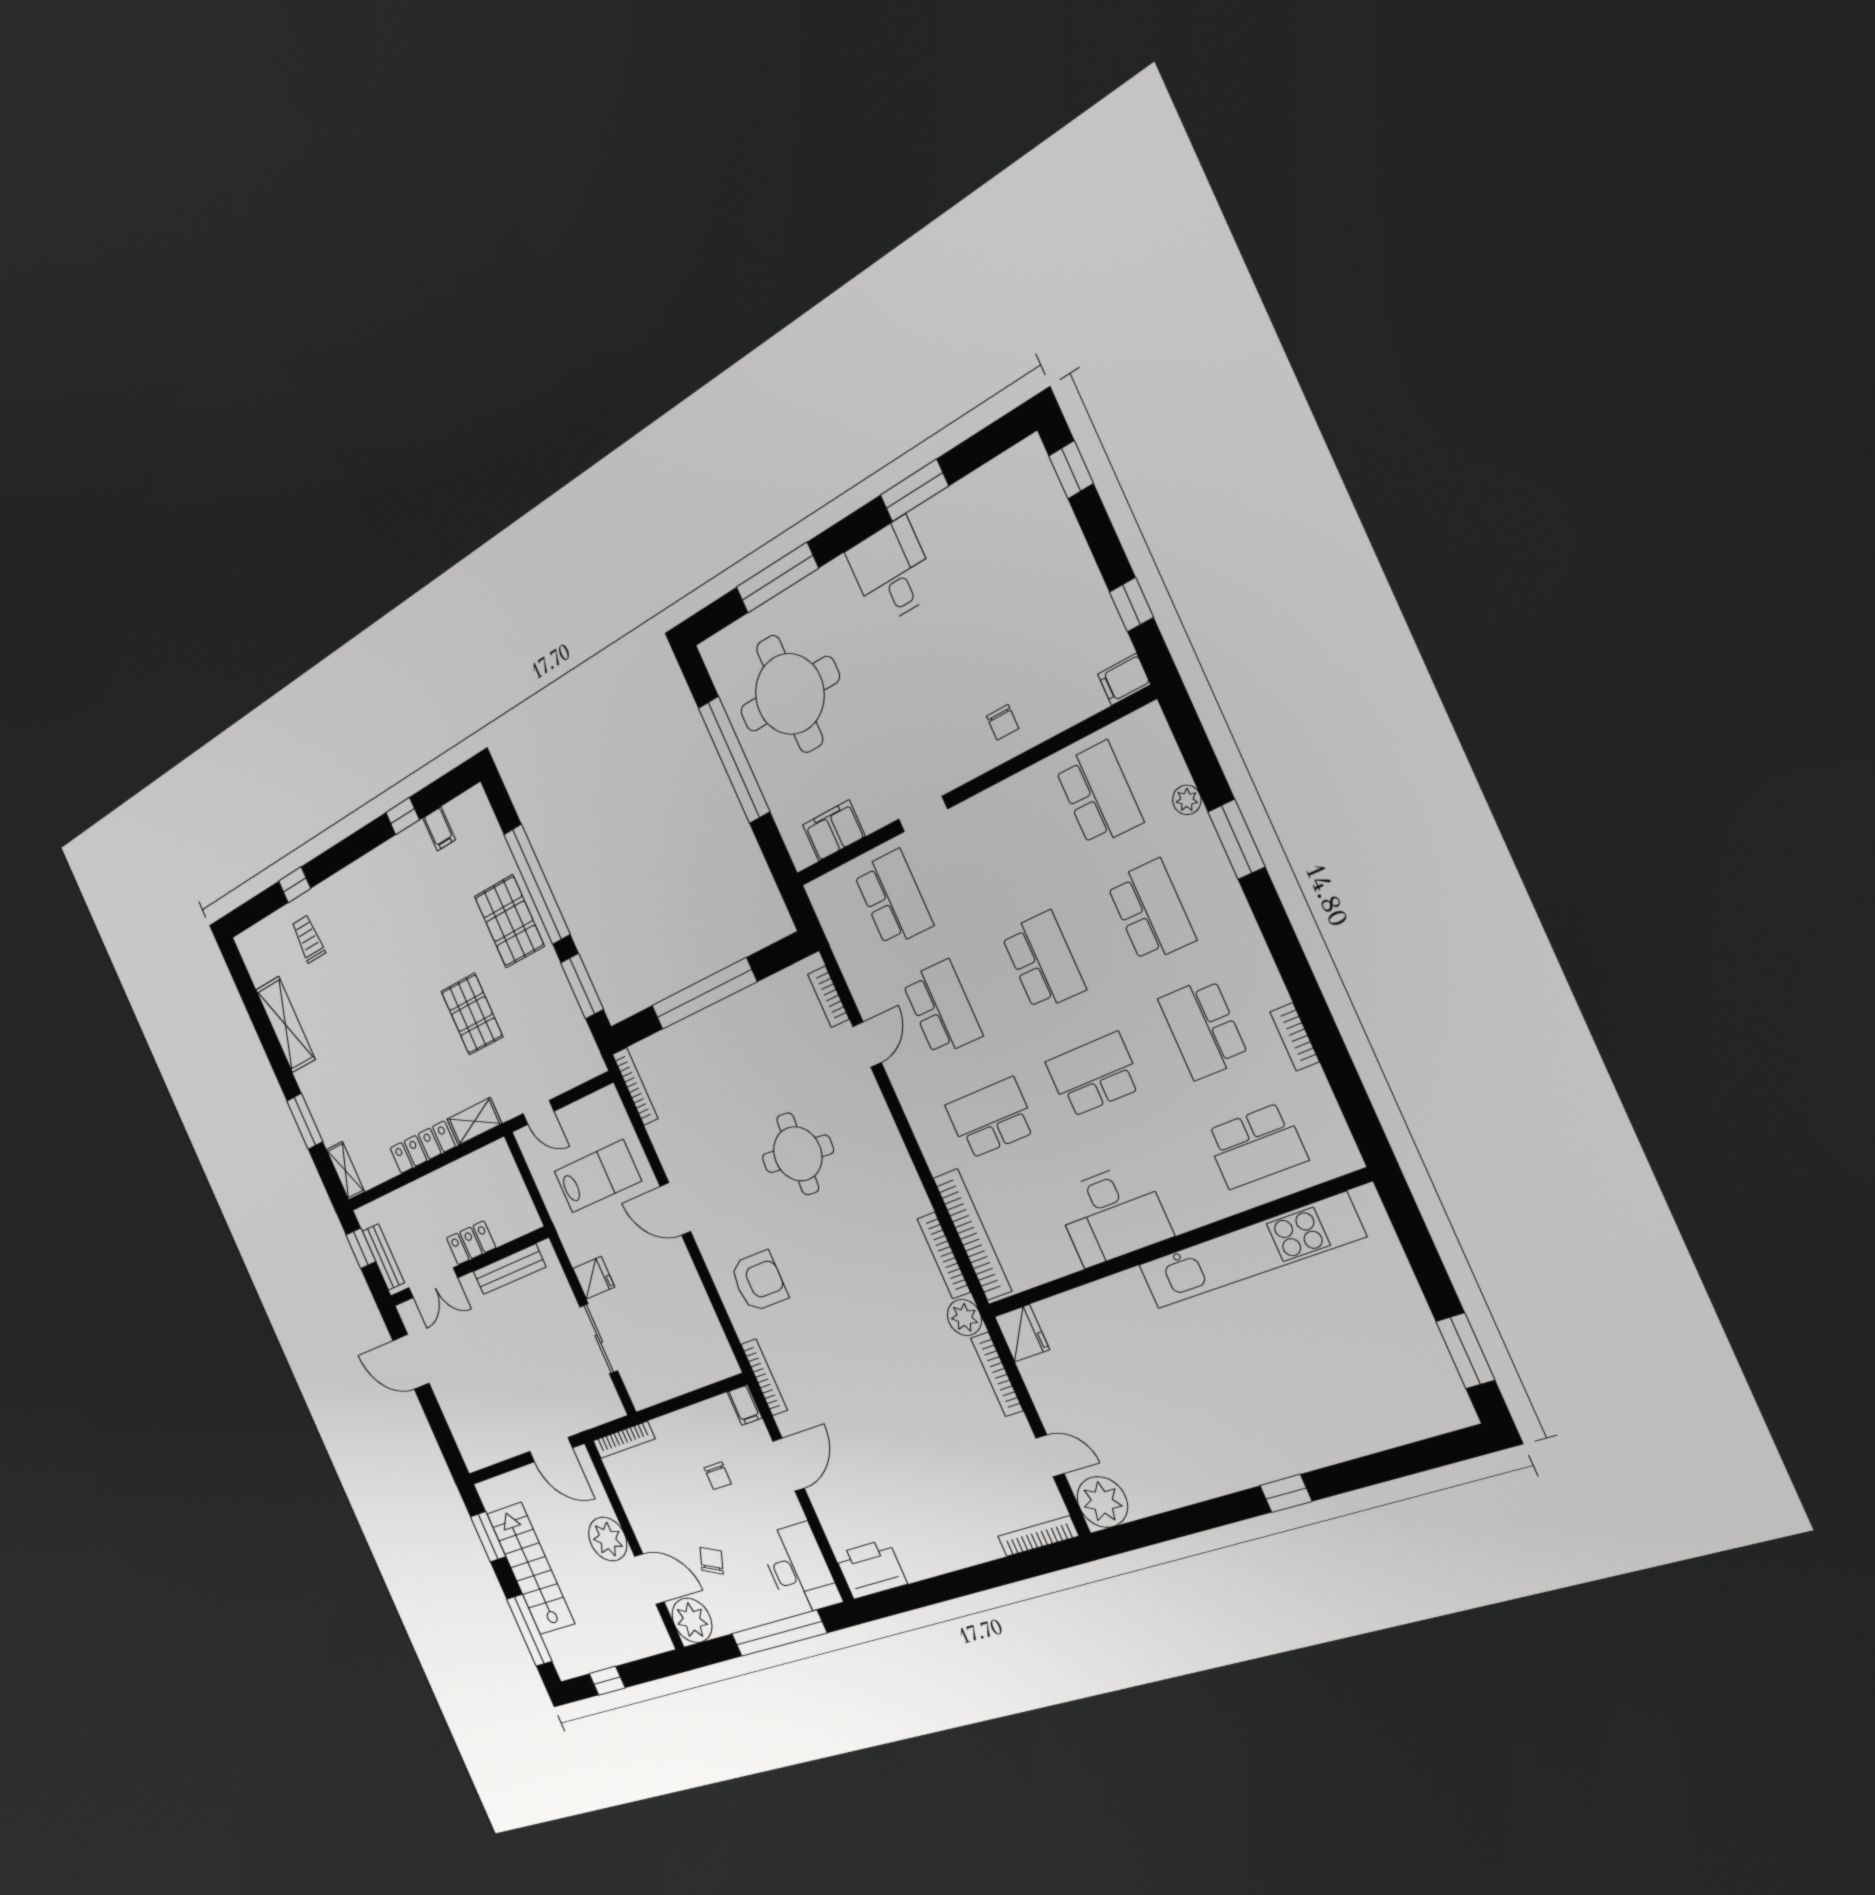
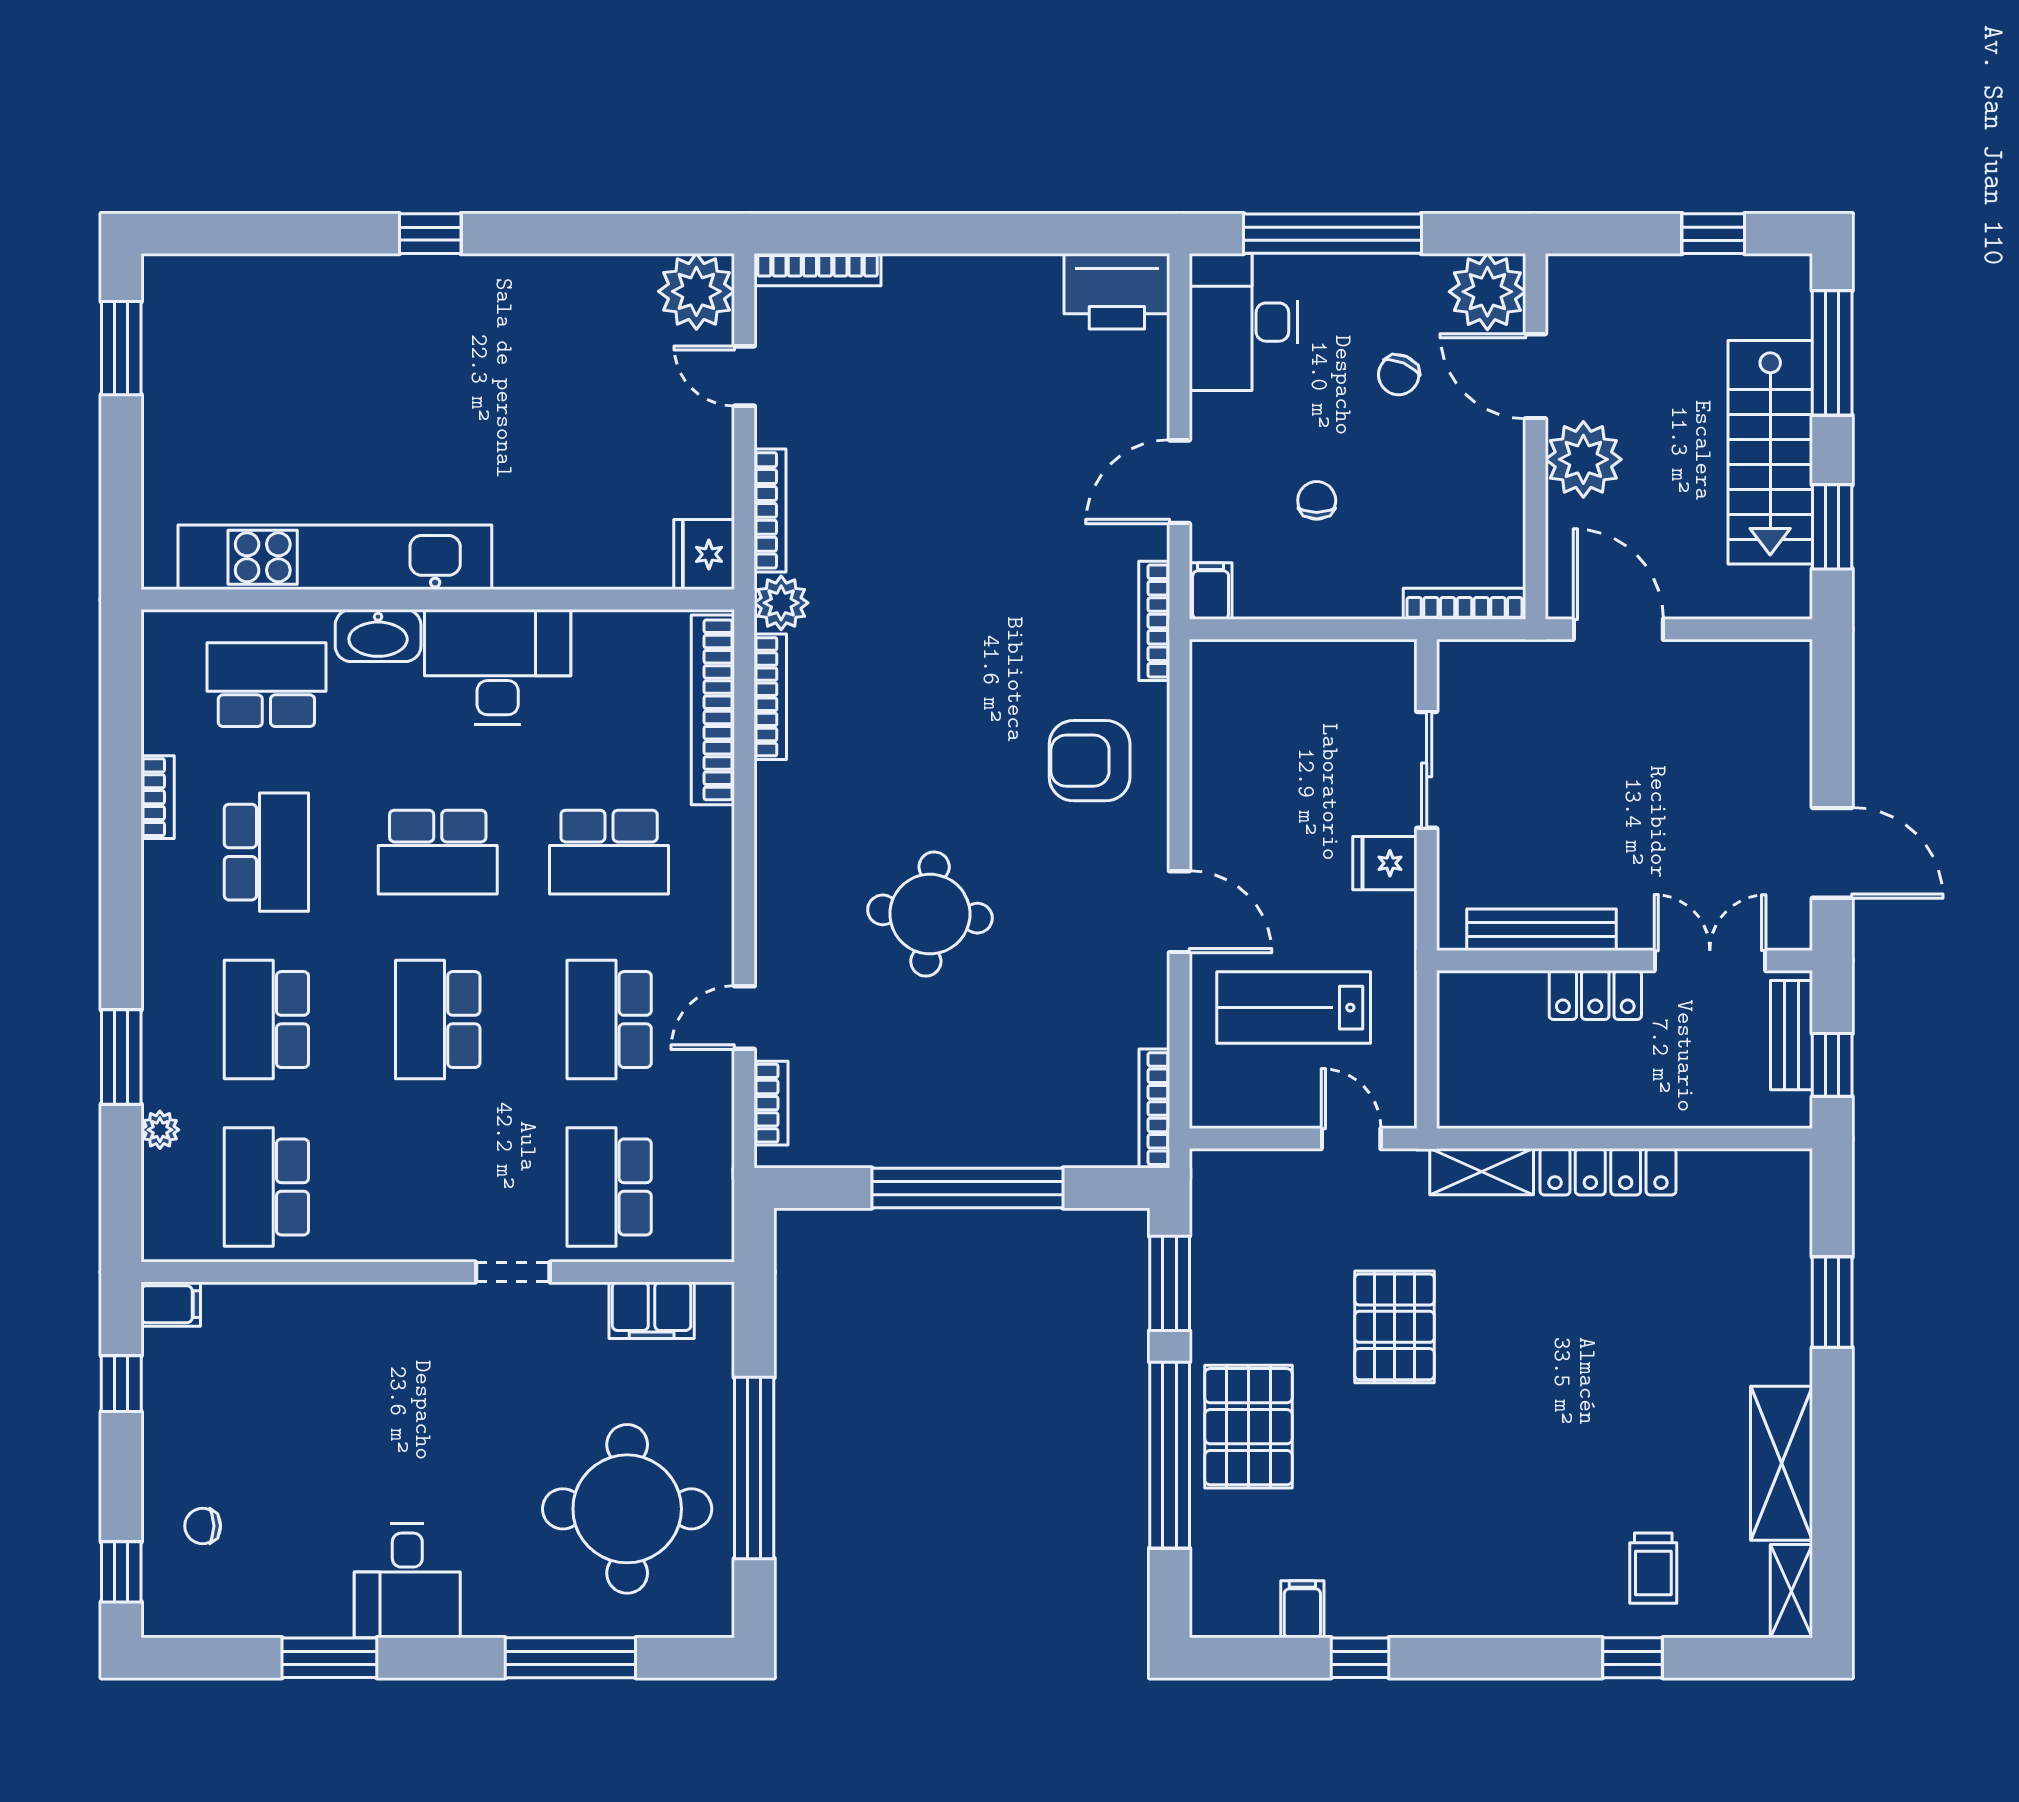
chair: (1003, 722) -> (203, 1526), moved, turned -90
shelving: (345, 1171) -> (1791, 1591), moved
washbasin: (1197, 1208) -> (378, 636), added

